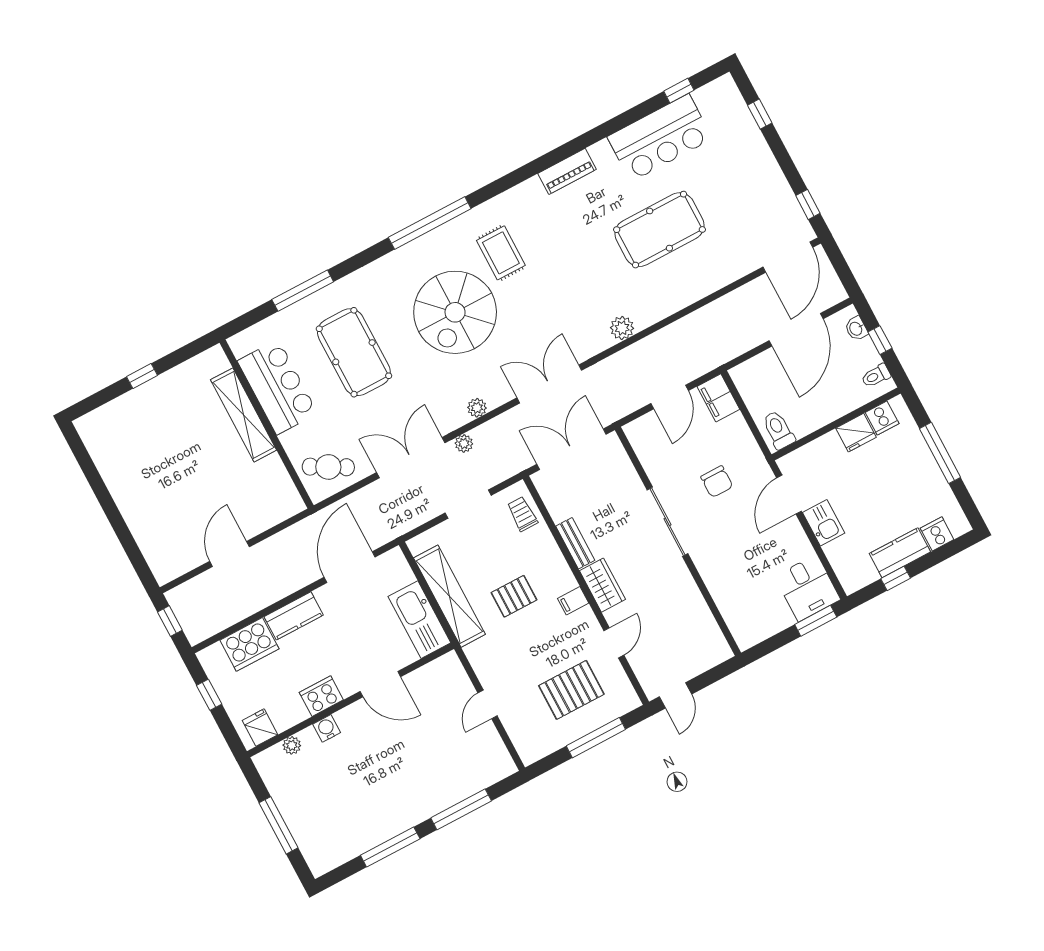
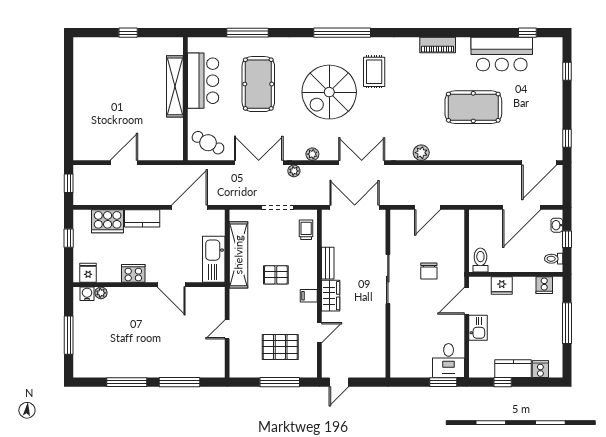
filing cabinet: (718, 398) -> (456, 223), removed
fridge: (856, 433) -> (502, 285), moved
water cooler: (327, 728) -> (87, 294), moved

